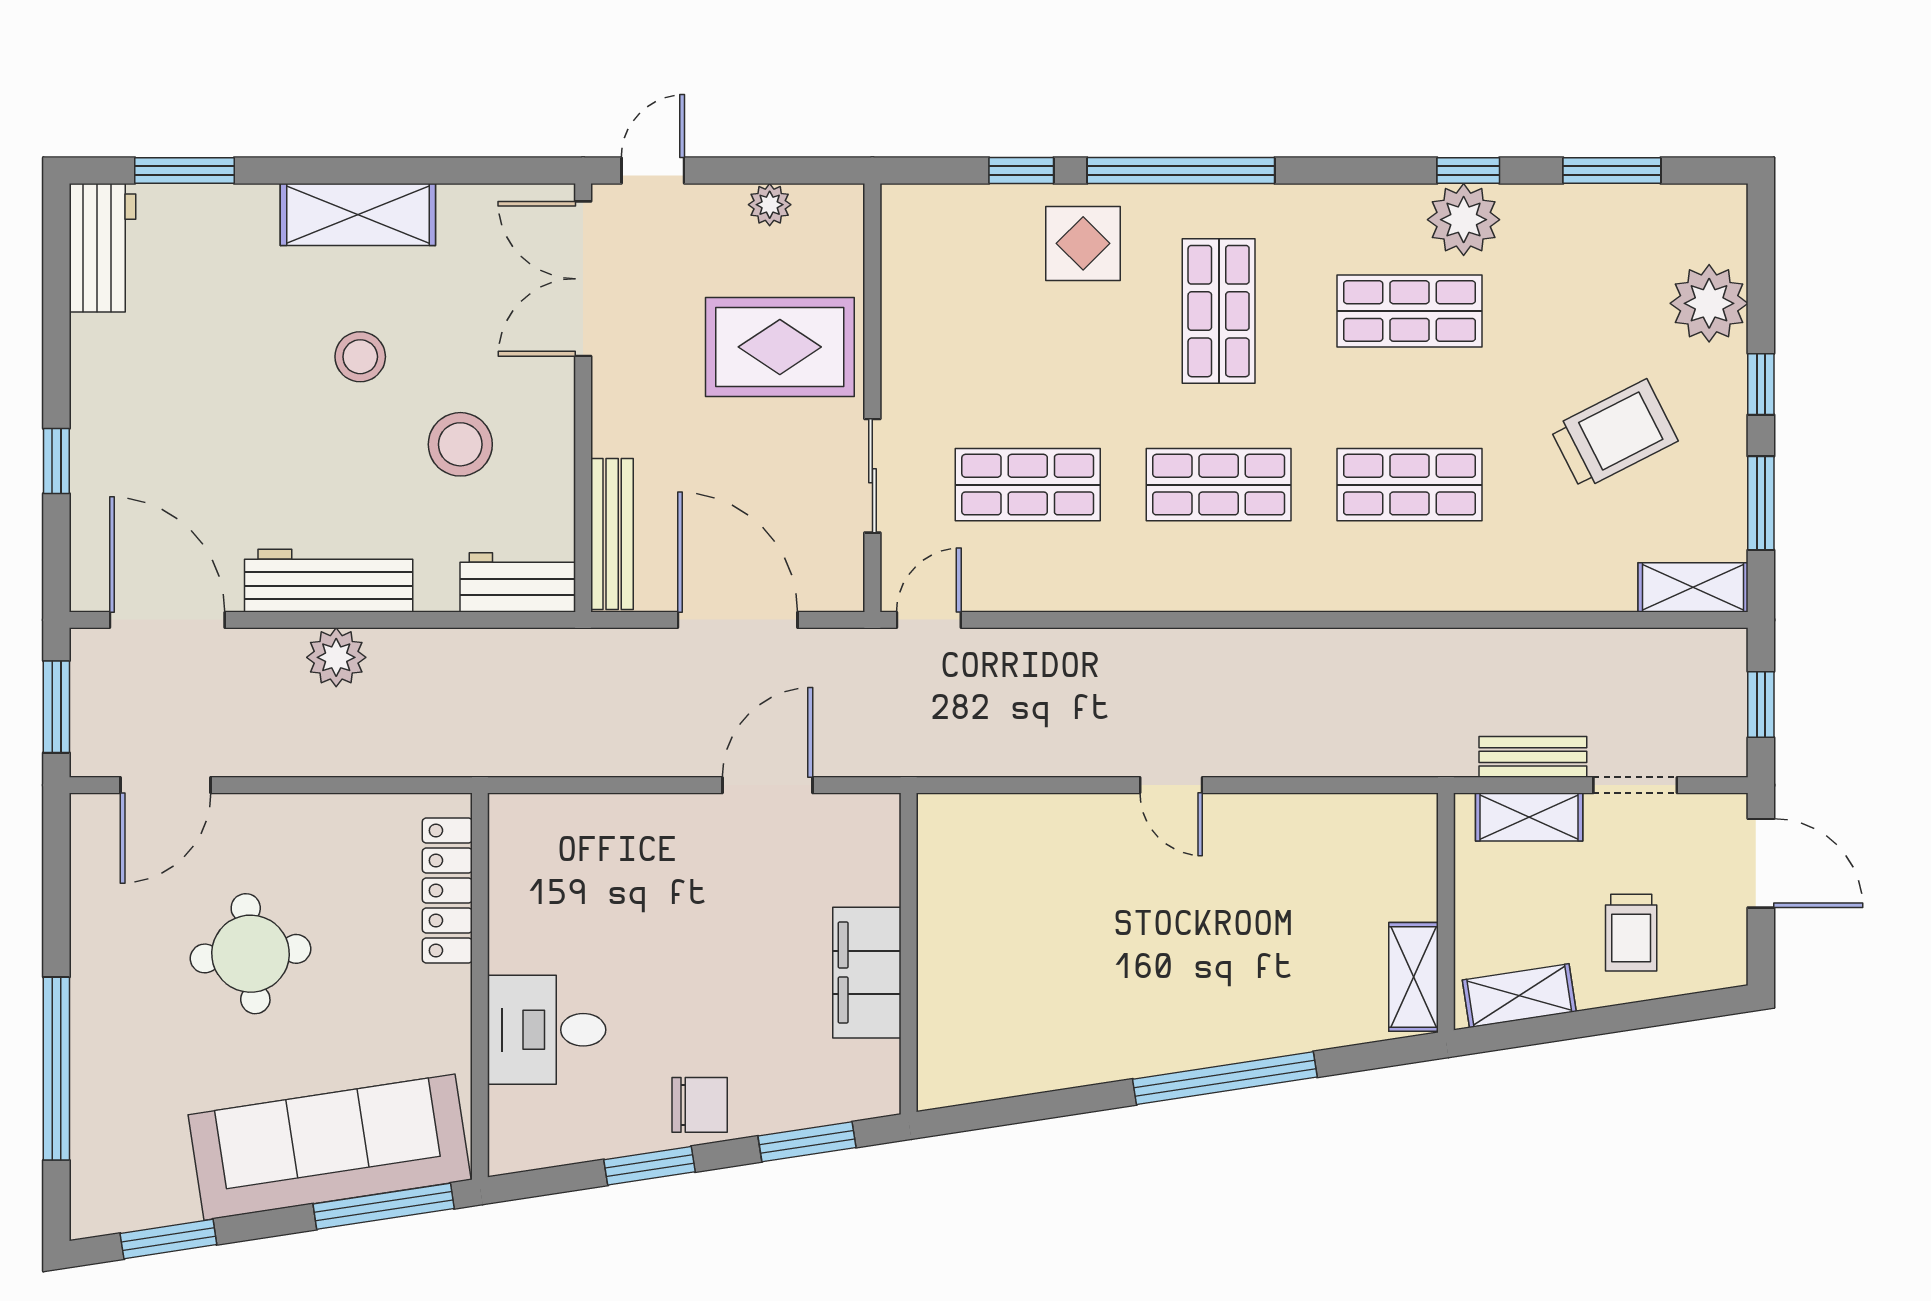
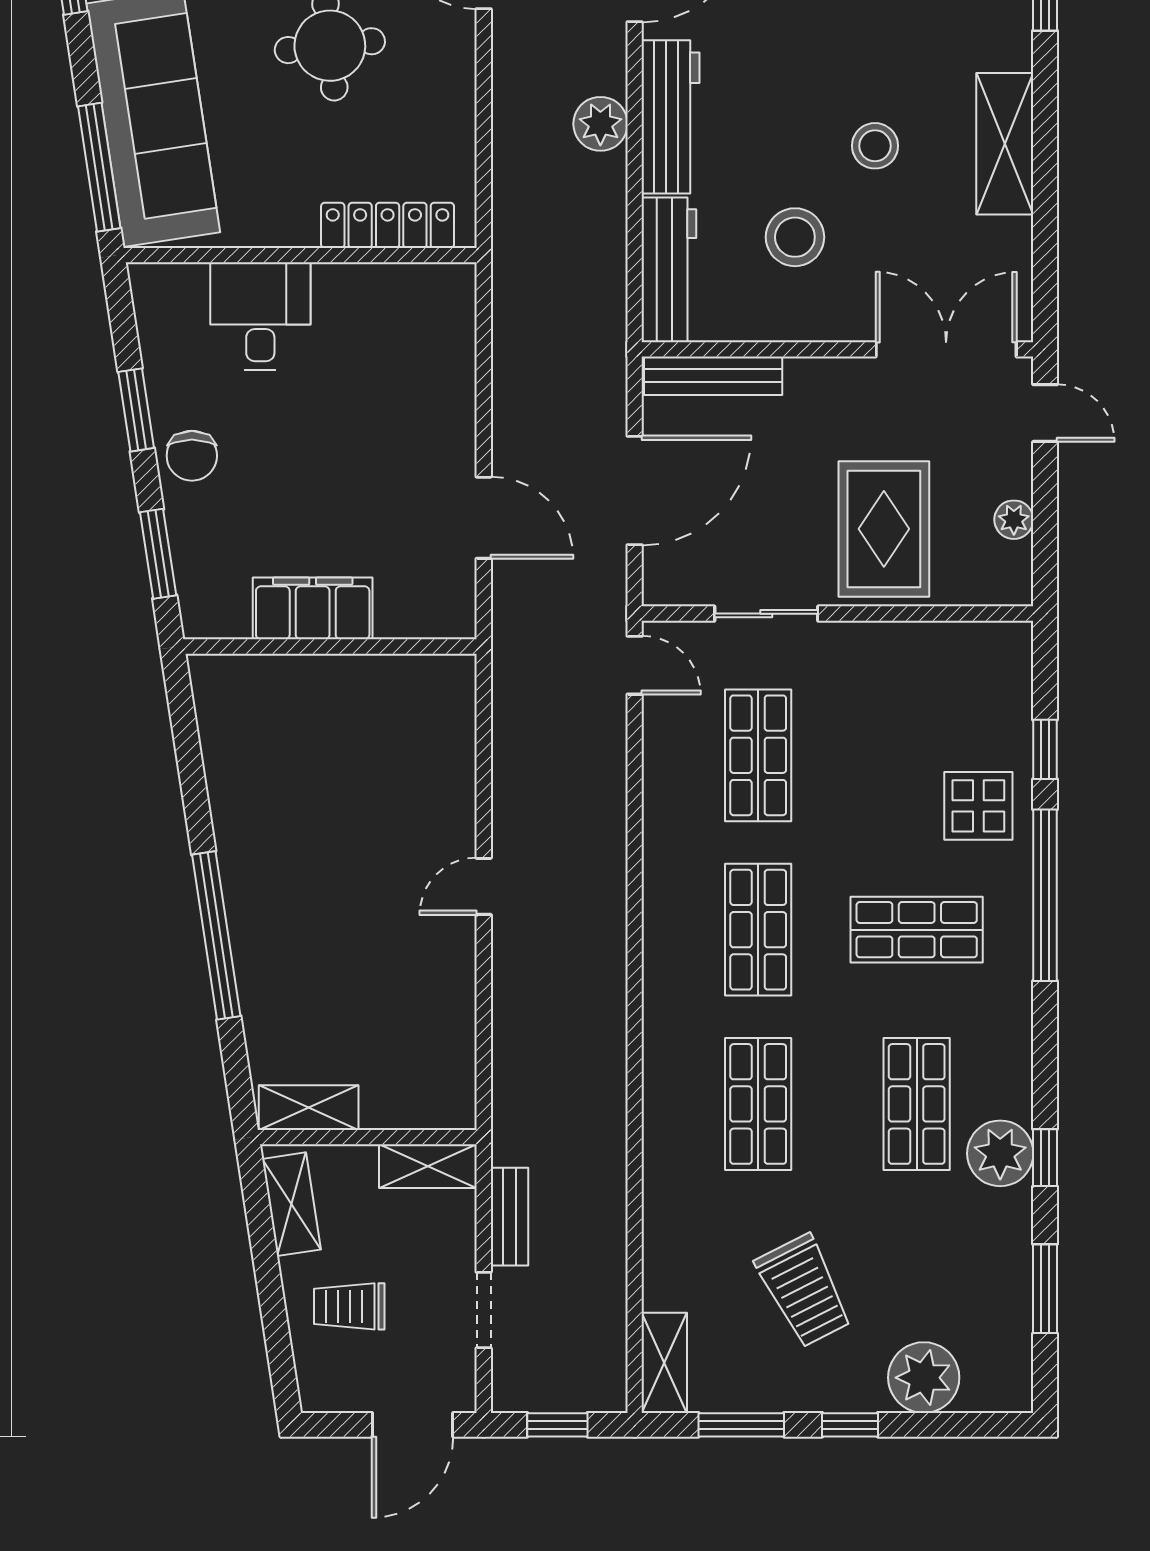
workbench: (518, 582) -> (669, 270), width x1.38
shelving: (1529, 817) -> (428, 1166), moved, turned 90

